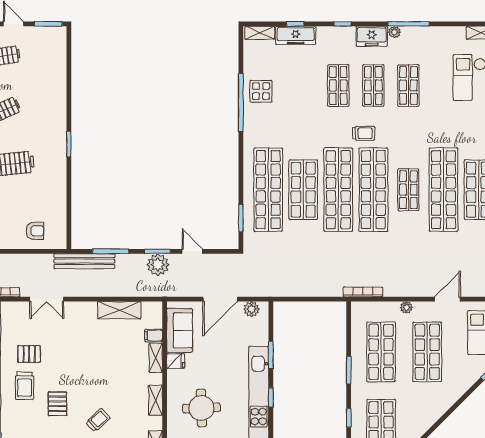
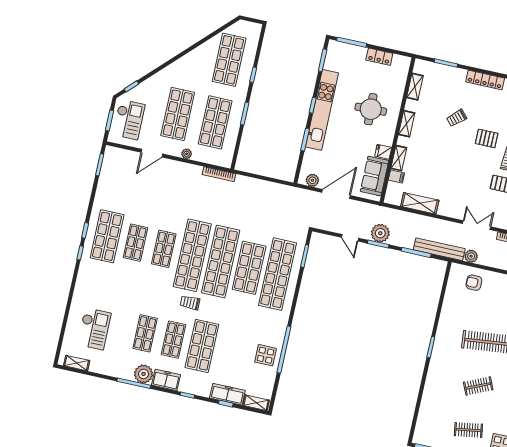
plant: (394, 32) -> (144, 374), width x1.87, depth x1.87
shop shelf: (338, 86) -> (202, 346), width x1.43, depth x1.36
shop shelf: (443, 190) -> (135, 243), width x0.50, depth x0.74
plant: (45, 261) -> (471, 256), added
pallet: (57, 404) -> (487, 138), turned 90

